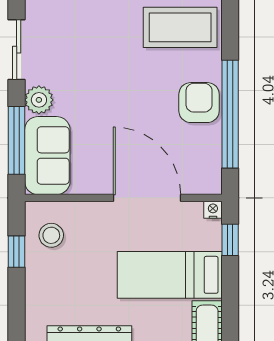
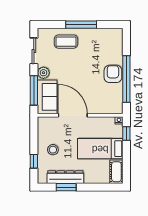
coffee table: (180, 27) -> (66, 42), moved, width x0.73, depth x0.76
door: (147, 198) -> (73, 115), moved
stool: (51, 235) -> (53, 150), moved
window: (17, 252) -> (34, 161), moved

